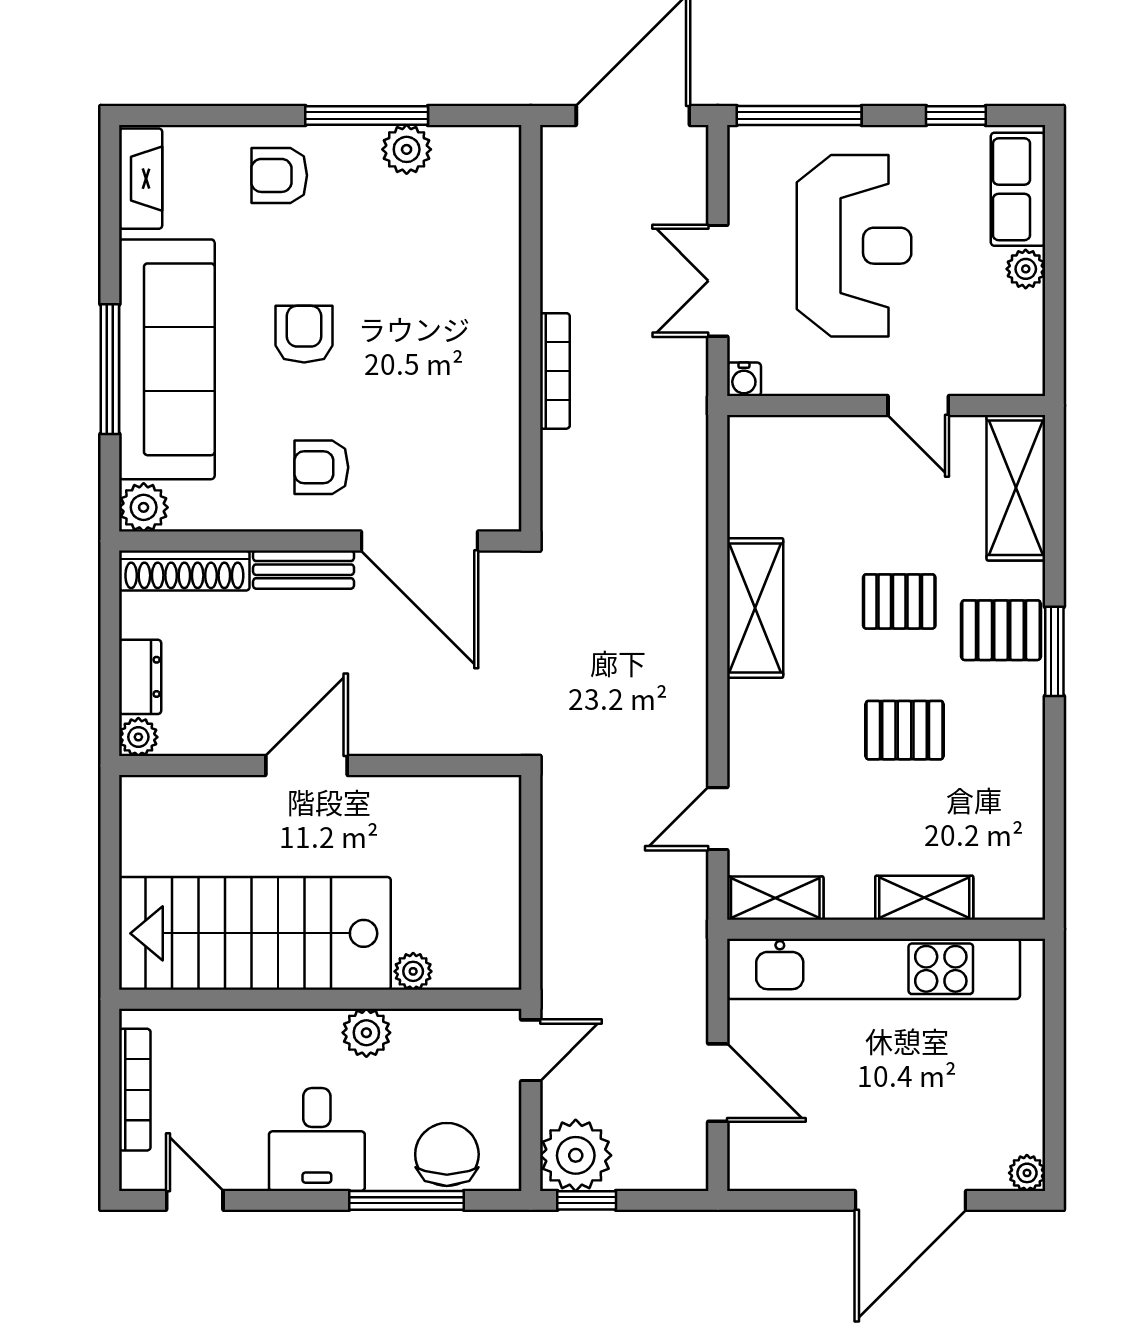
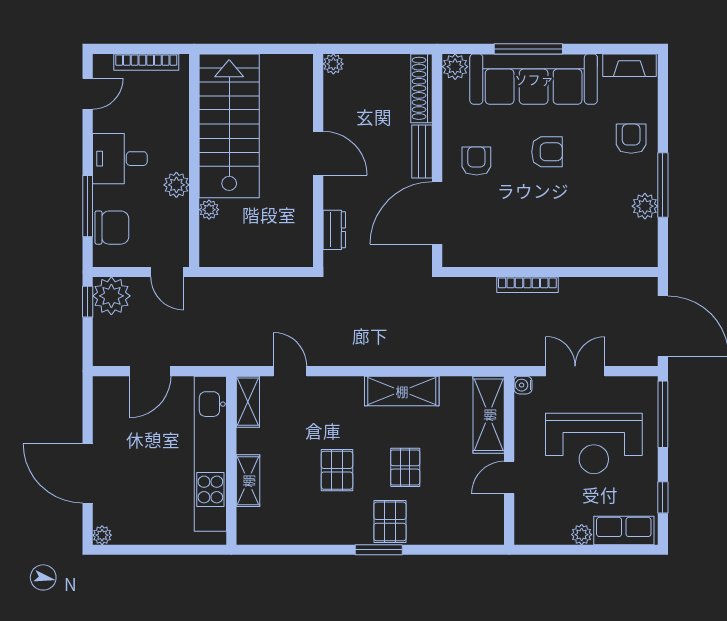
shelving: (1016, 488) -> (489, 415), moved, turned 90
dresser: (140, 677) -> (334, 230), moved, turned -90

